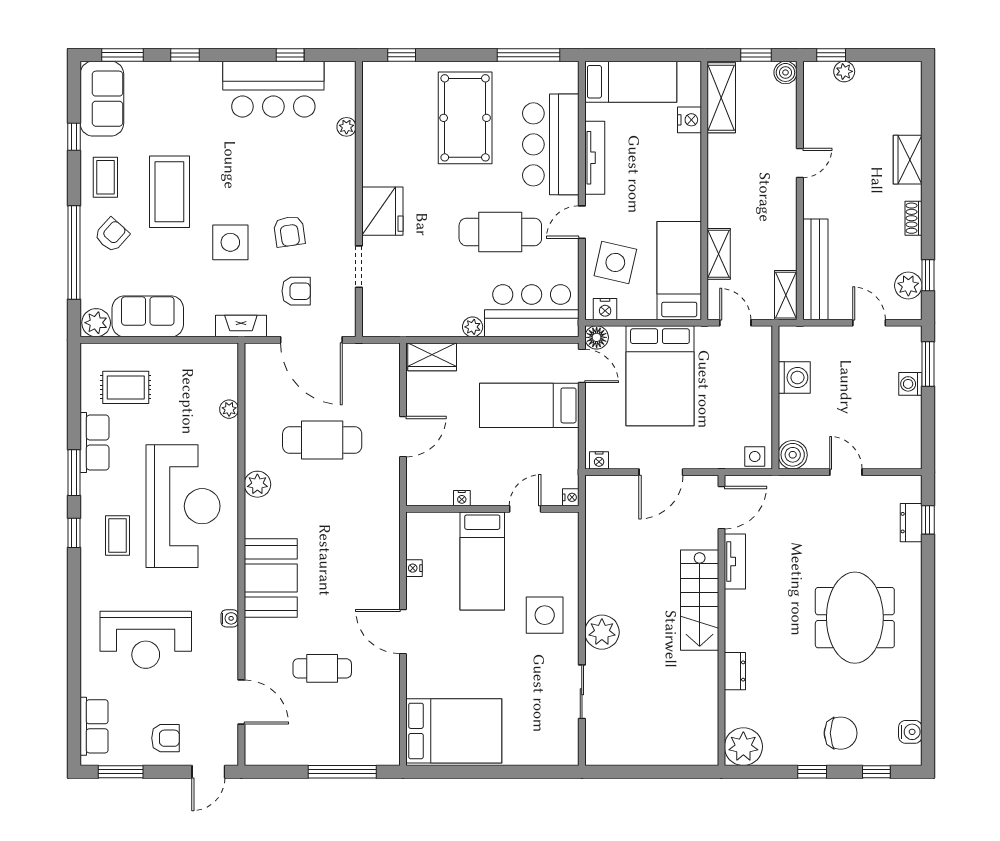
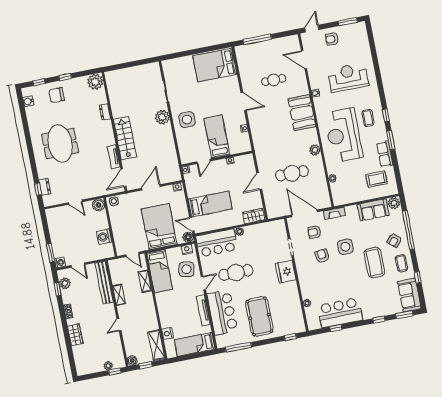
shelving: (786, 295) -> (119, 295), moved
washing machine: (910, 384) -> (60, 262), moved
row of seats: (94, 726) -> (362, 38), removed

